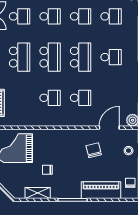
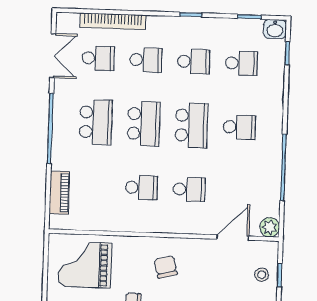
chair: (94, 150) -> (166, 267), moved

